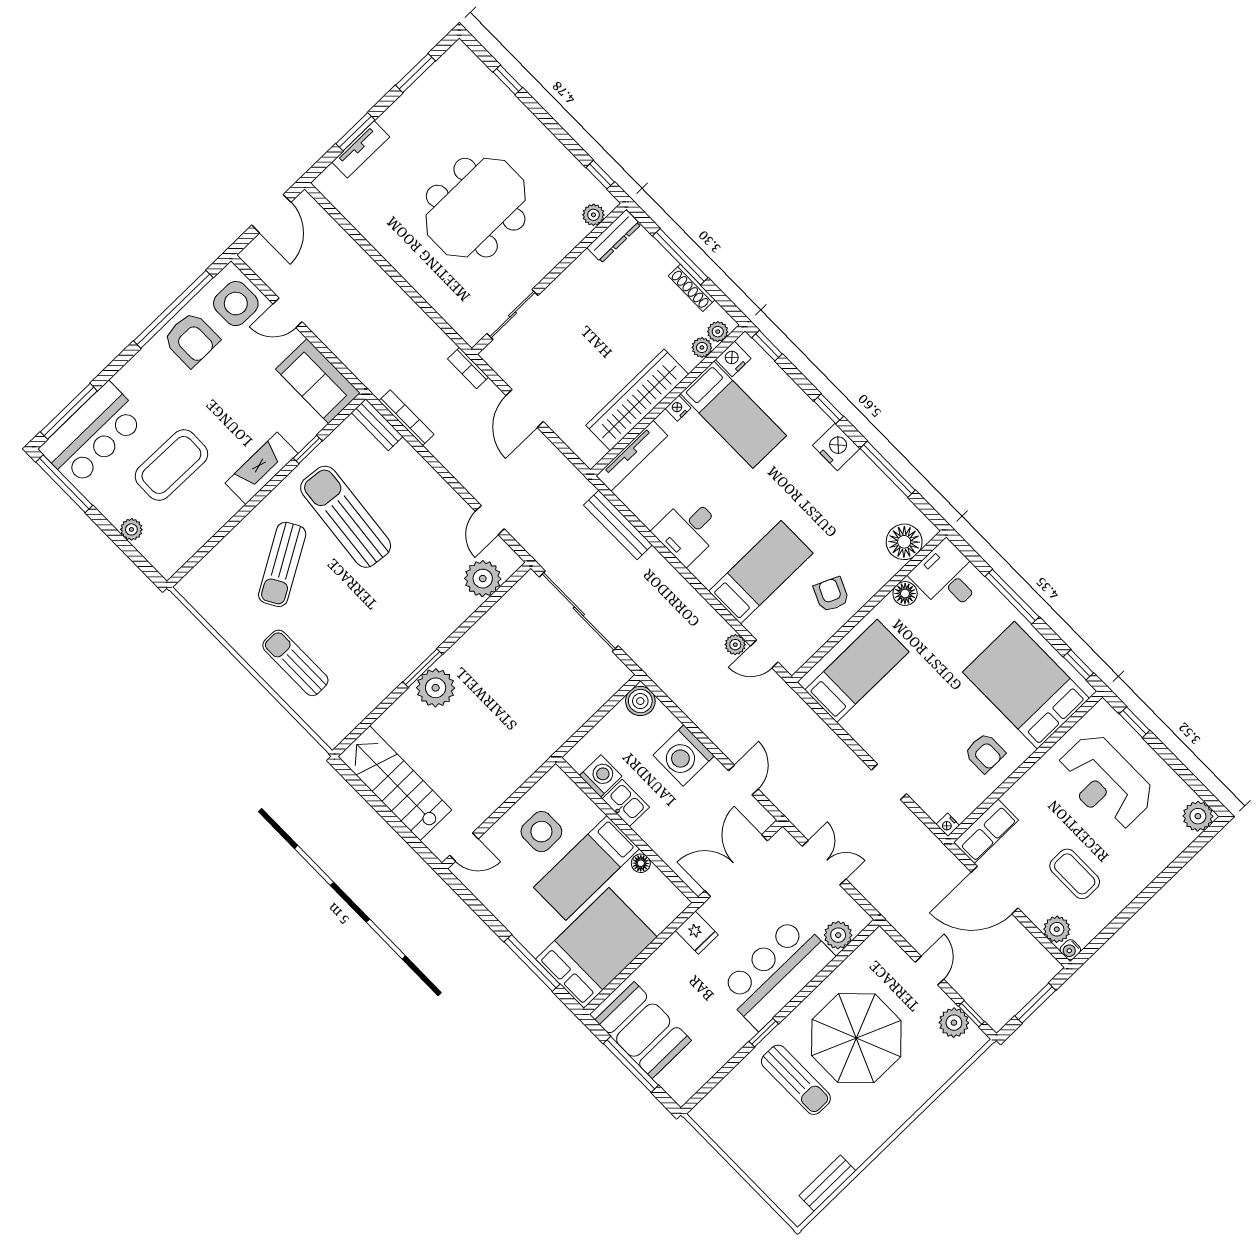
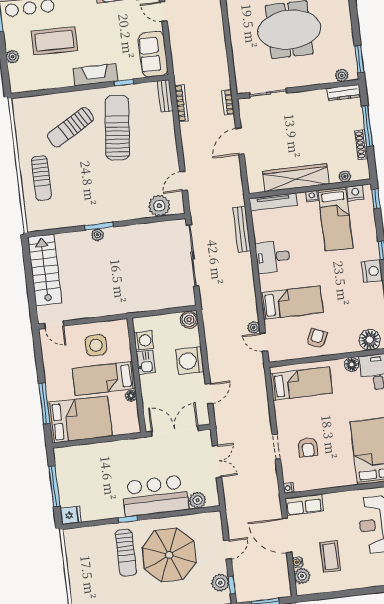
window: (600, 175) -> (359, 59), width x1.50
plant: (718, 332) -> (358, 175), removed
sun lounger: (295, 663) -> (41, 178), turned 180
plant: (436, 688) -> (97, 235), width x0.53, depth x0.53
armchair: (985, 753) -> (308, 447), moved
fridge: (697, 933) -> (71, 515), moved, turned -90
water cooler: (1070, 950) -> (298, 562), moved
booth: (643, 1030) -> (72, 475), removed

